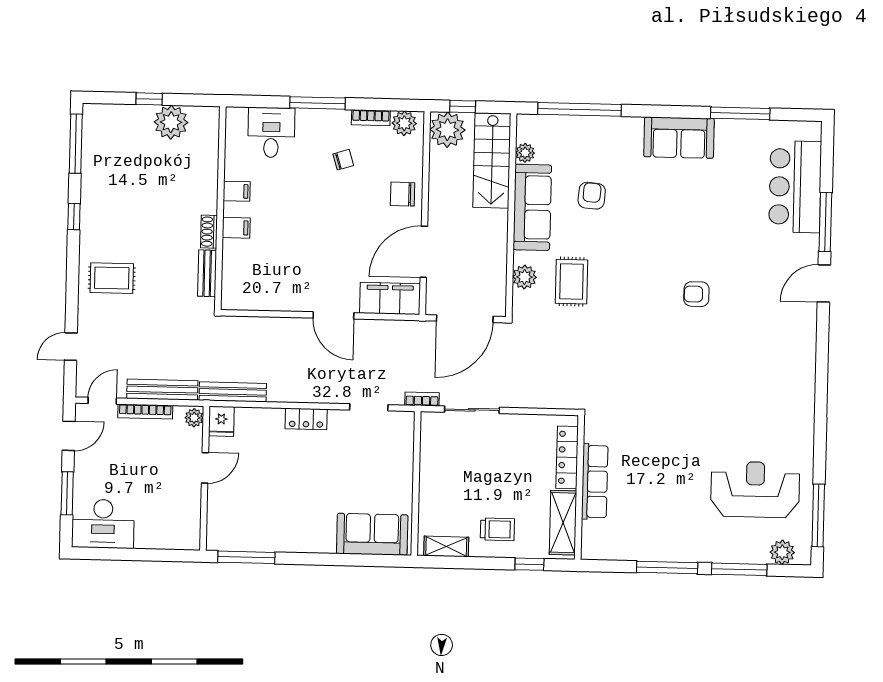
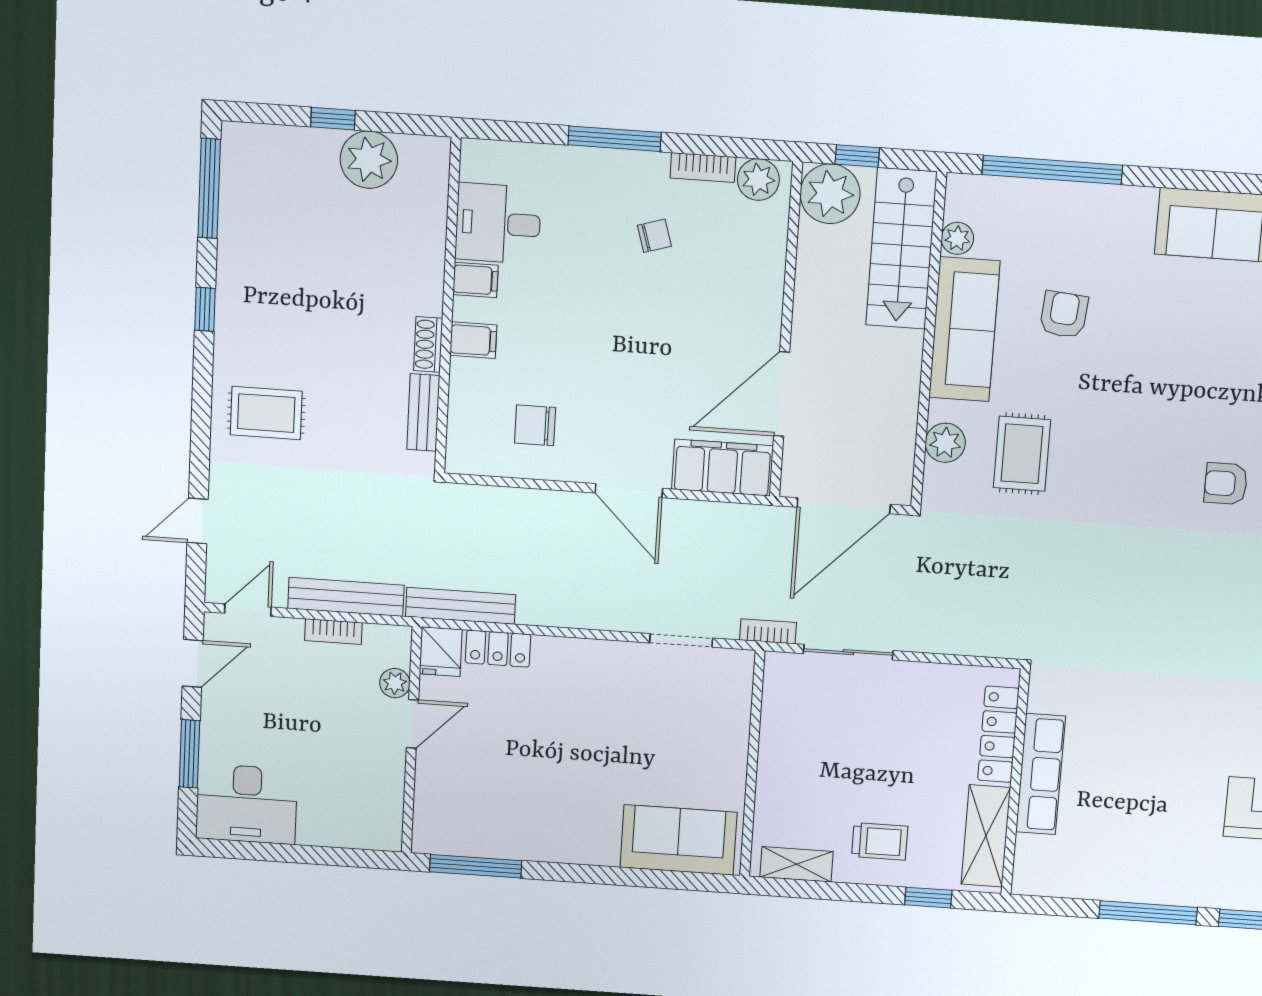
desk: (271, 132) -> (498, 223), moved, turned -90
chair: (403, 194) -> (535, 425), moved
bookcase: (145, 412) -> (333, 632), width x0.64
plant: (194, 418) -> (395, 683), moved
locker: (306, 419) -> (498, 649), moved

